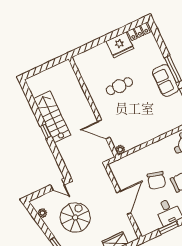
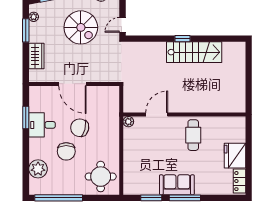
wall: (93, 107) -> (184, 115), moved
door: (104, 129) -> (157, 115), moved
plant: (120, 150) -> (128, 122), moved

